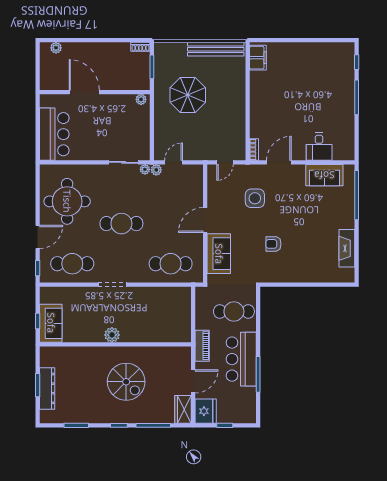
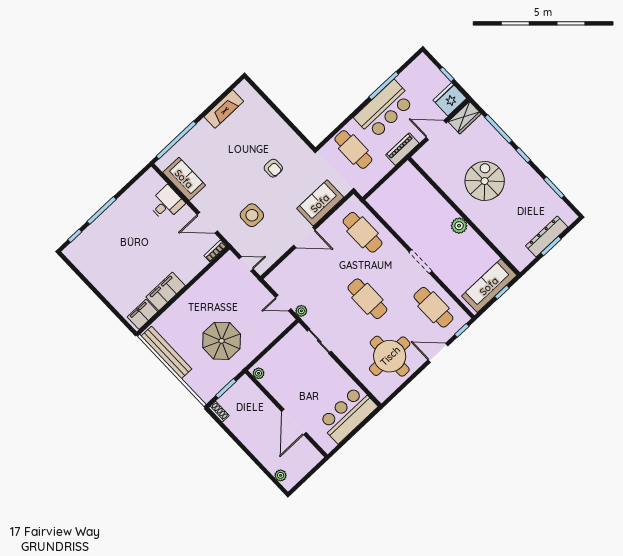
filing cabinet: (259, 89) -> (166, 291), added
plant: (145, 169) -> (309, 320), removed
sofa: (51, 323) -> (489, 286), width x1.36

